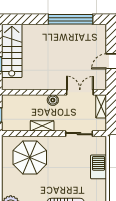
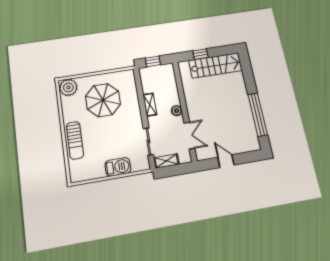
shelving: (101, 106) -> (166, 161), moved
parasol: (30, 157) -> (103, 100), moved

